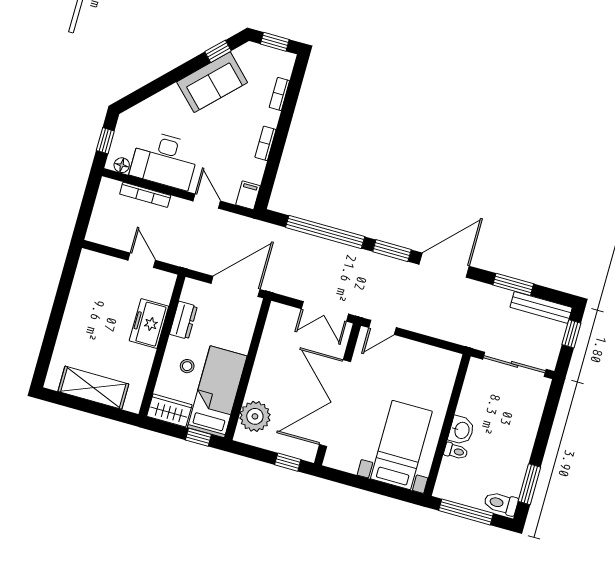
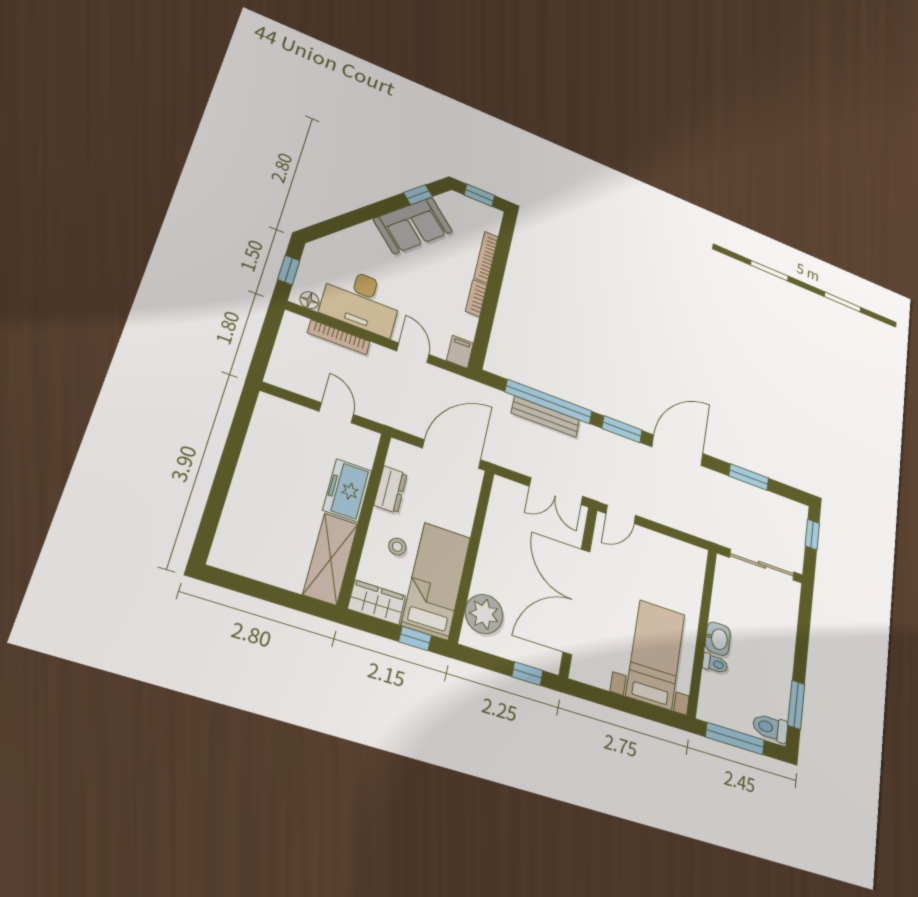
bookcase: (279, 94) -> (486, 257), width x1.56
bench: (541, 307) -> (545, 417), moved
shelving: (93, 388) -> (331, 559), moved, turned 90

